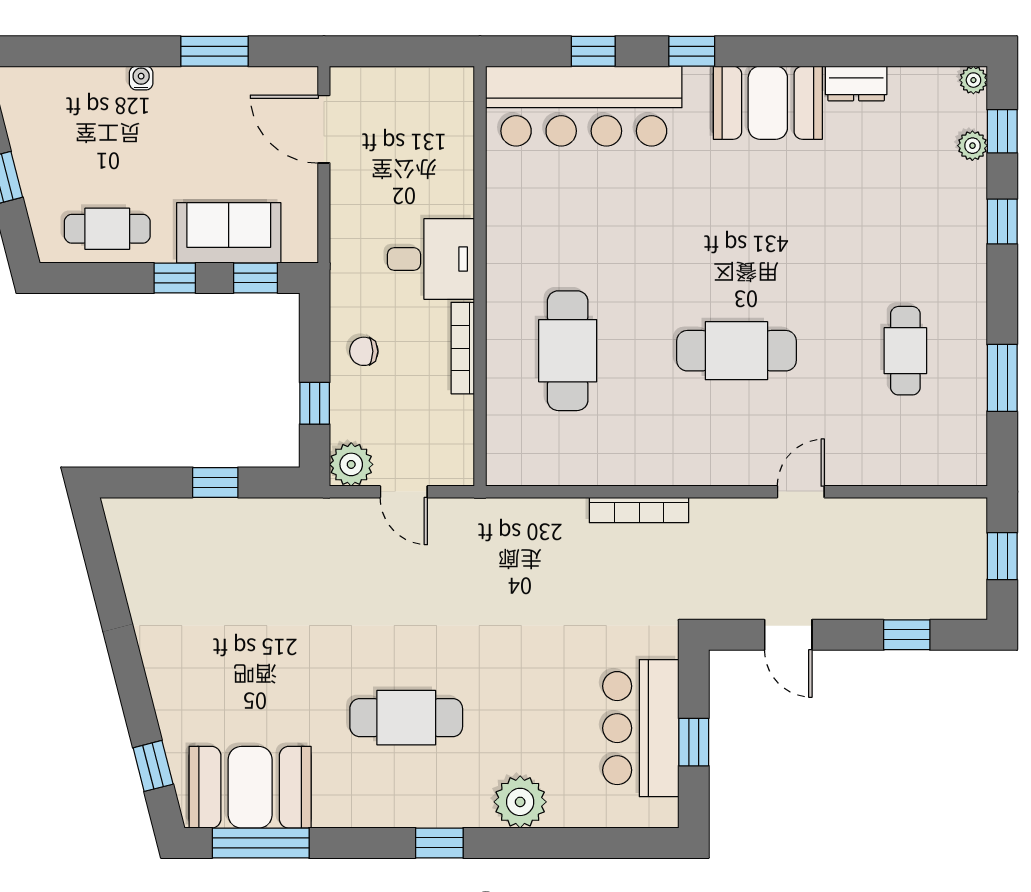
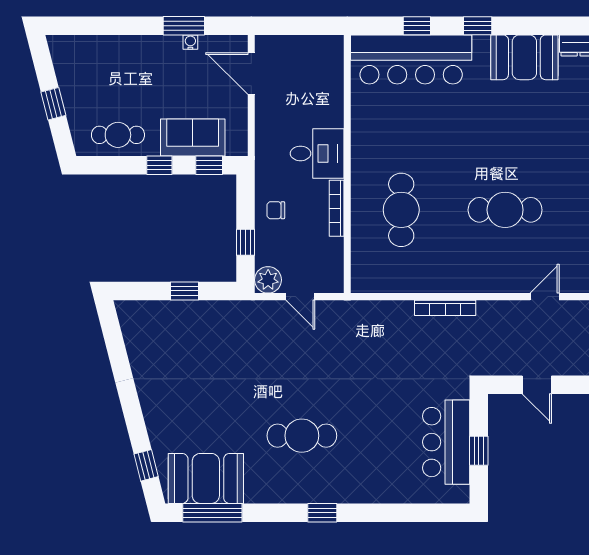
water cooler: (141, 78) -> (190, 42), moved
plant: (520, 802) -> (372, 487), removed

